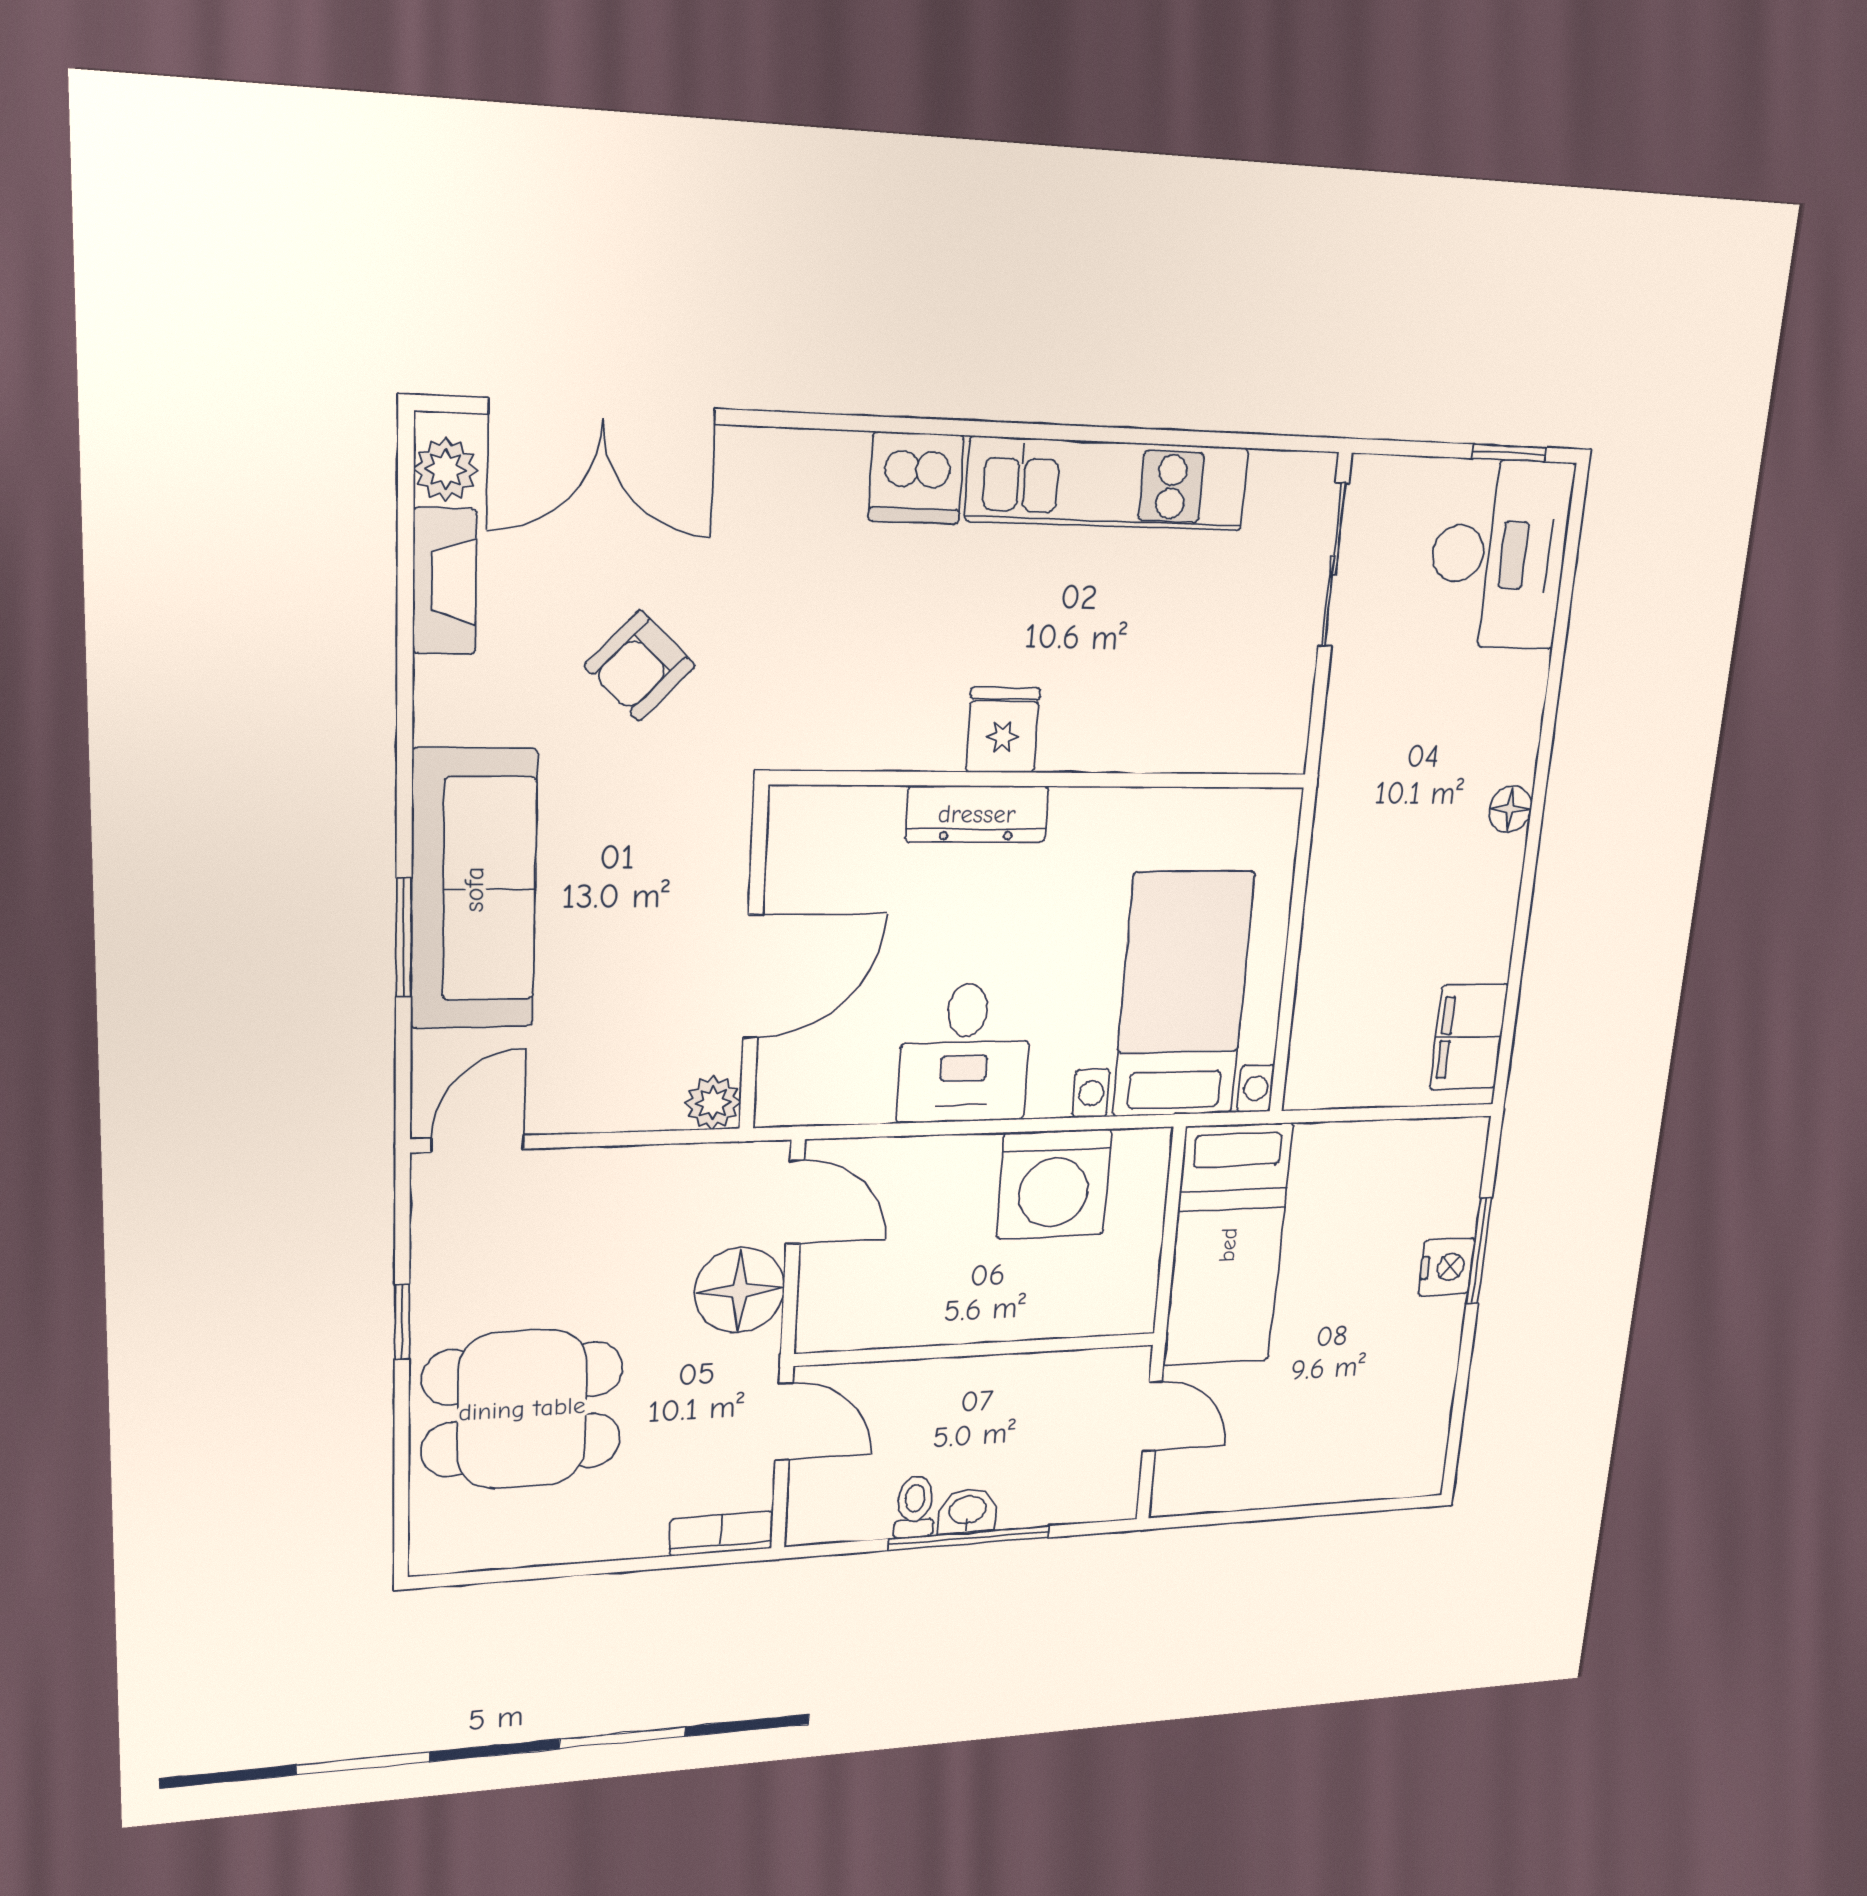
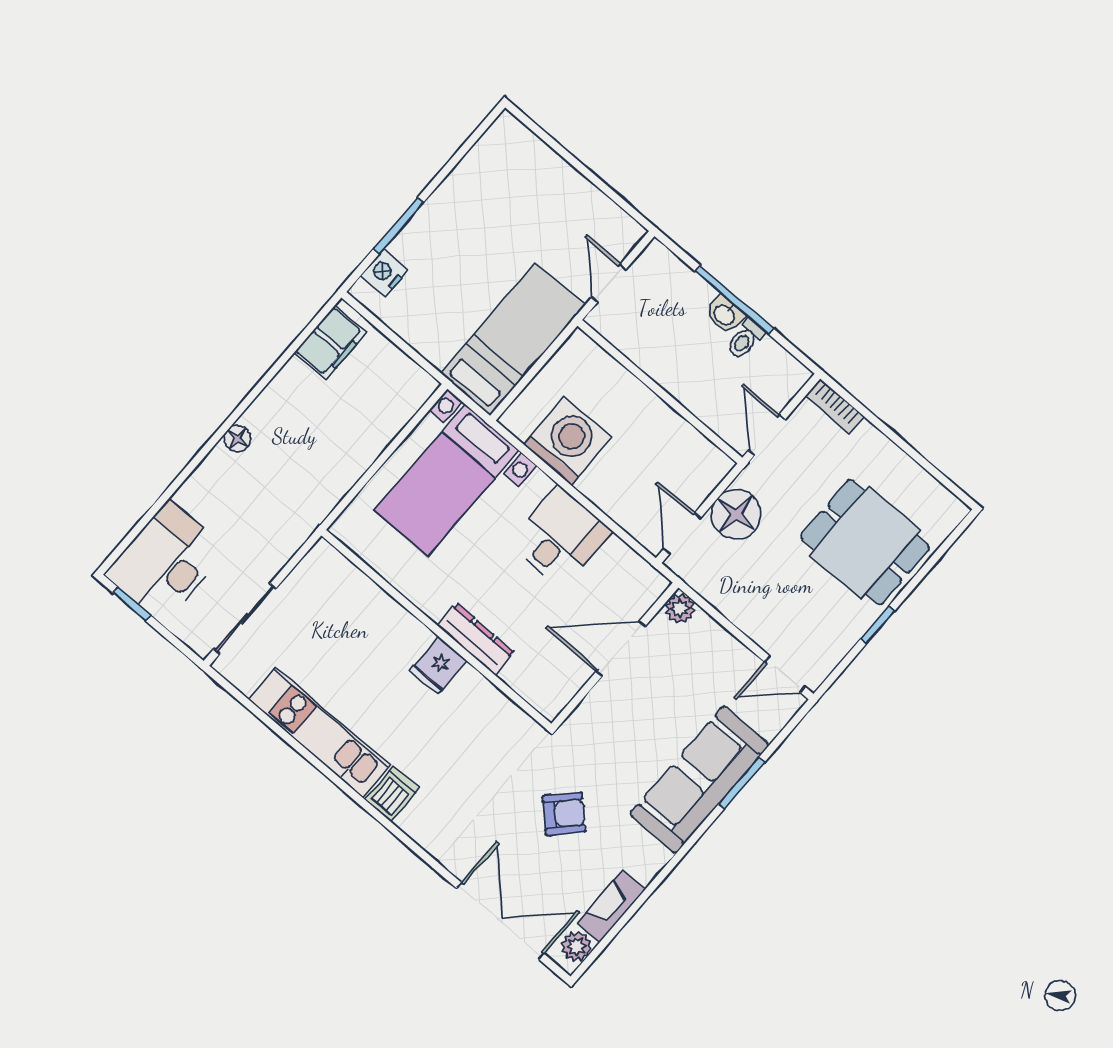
dishwasher: (916, 478) -> (392, 794), width x0.73
nightstand: (1446, 1267) -> (384, 273), moved

